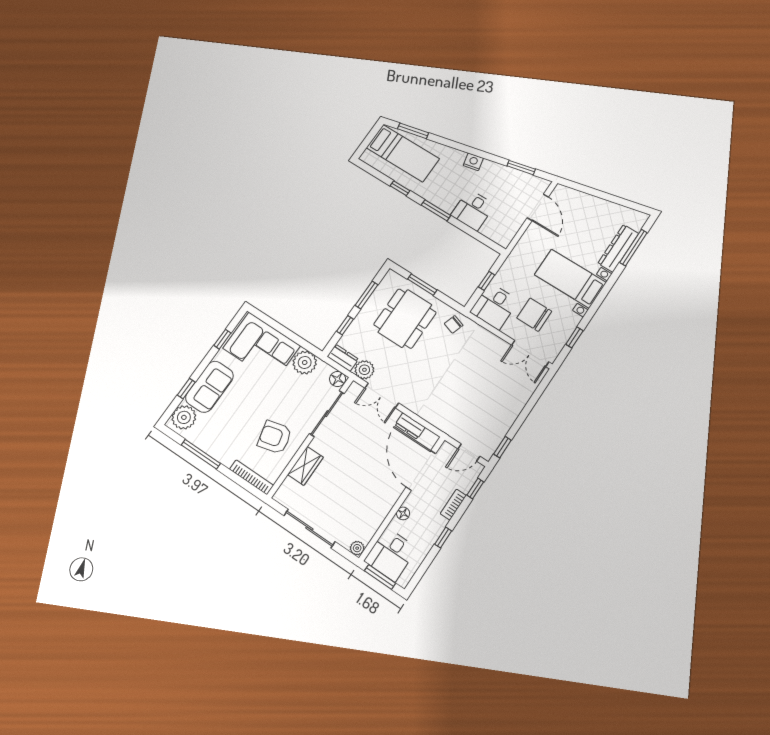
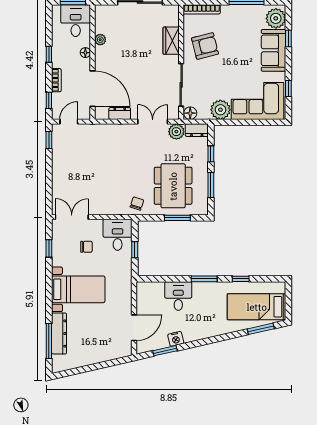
nightstand: (473, 162) -> (176, 339), moved
door: (538, 207) -> (134, 328), swing flipped
chair: (534, 315) -> (86, 247), width x0.54, depth x0.54
plant: (357, 548) -> (100, 40), moved

